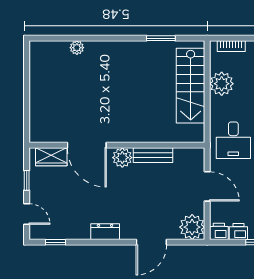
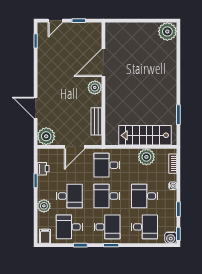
plant: (77, 48) -> (167, 31), moved, width x1.88, depth x1.88
bench: (153, 155) -> (96, 121), moved
wardrobe: (51, 157) -> (95, 38), removed
printer: (219, 231) -> (43, 155), removed
dresser: (105, 232) -> (43, 75), removed

